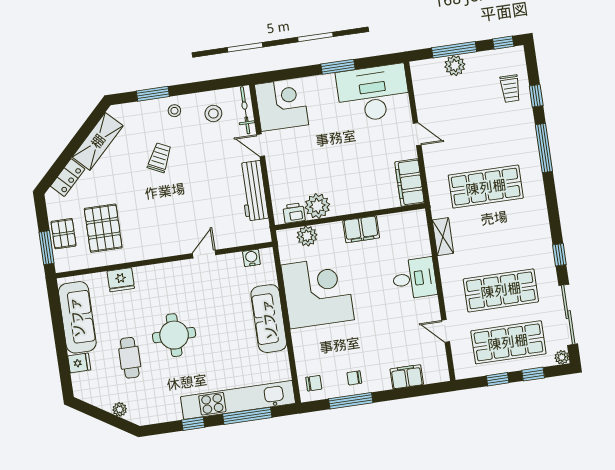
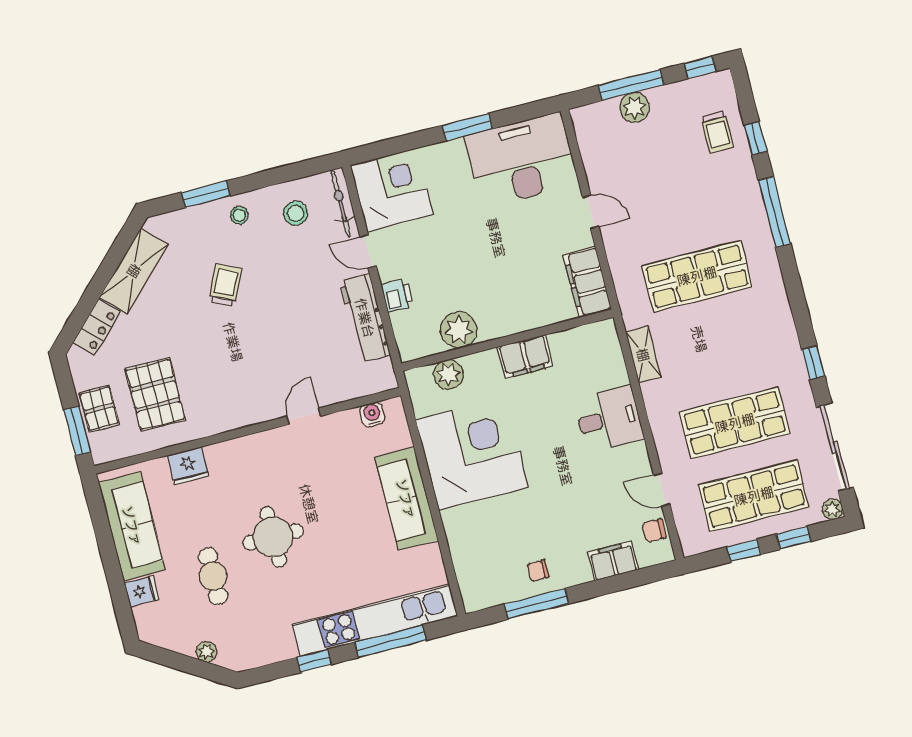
printer: (294, 213) -> (397, 295), moved, turned 90
chair: (314, 383) -> (654, 530), moved, turned 180

